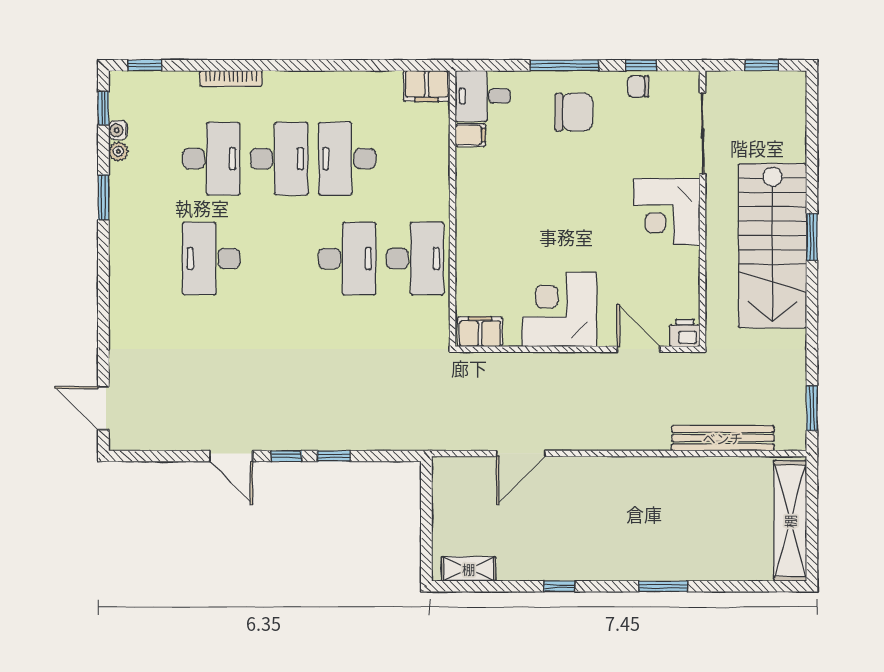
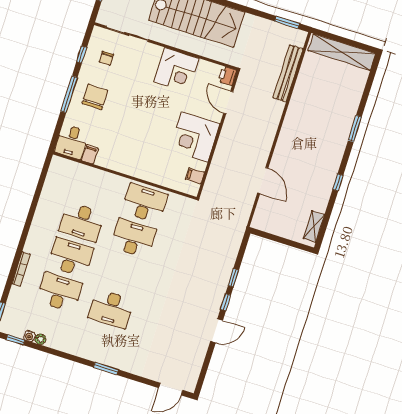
filing cabinet: (427, 86) -> (57, 169), removed
chair: (638, 86) -> (106, 58), moved
window: (103, 197) -> (106, 368), moved
corner desk: (667, 212) -> (176, 70), moved
filing cabinet: (480, 332) -> (195, 176), width x0.50
door: (639, 349) -> (228, 102), hinge flipped

